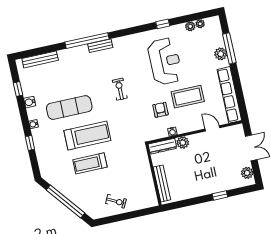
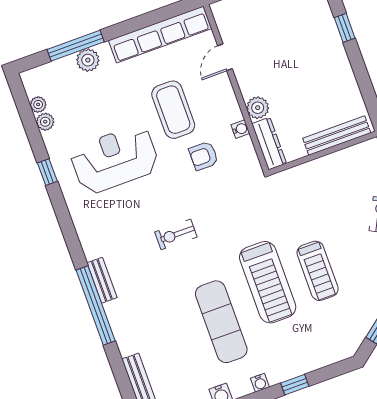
treadmill: (87, 136) -> (268, 282), turned 180

